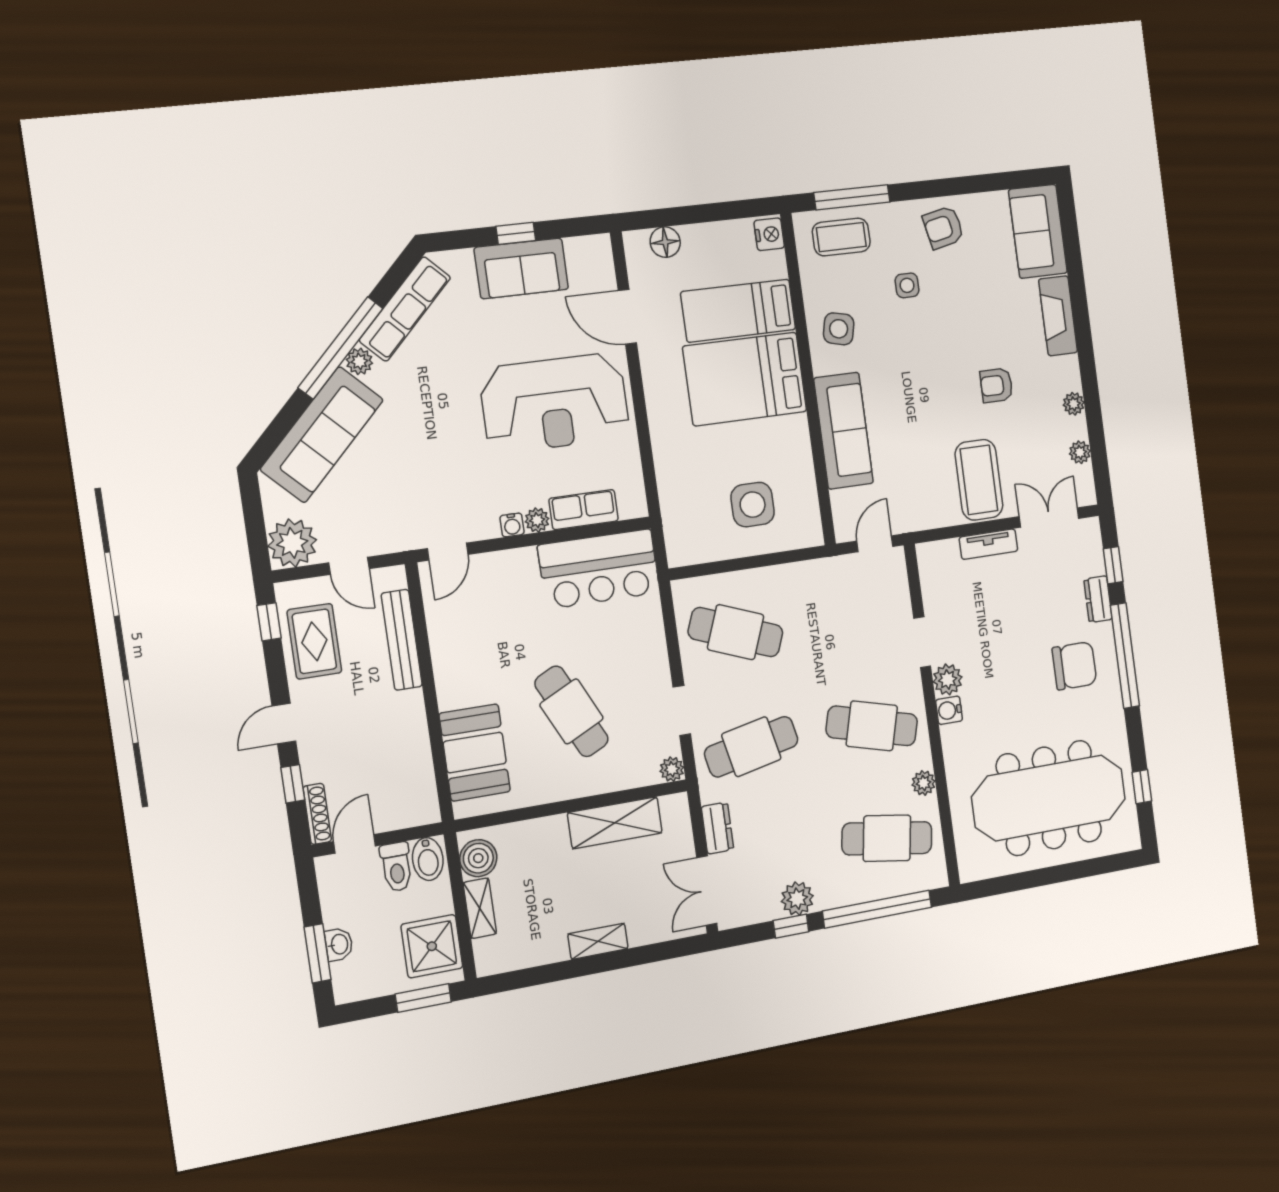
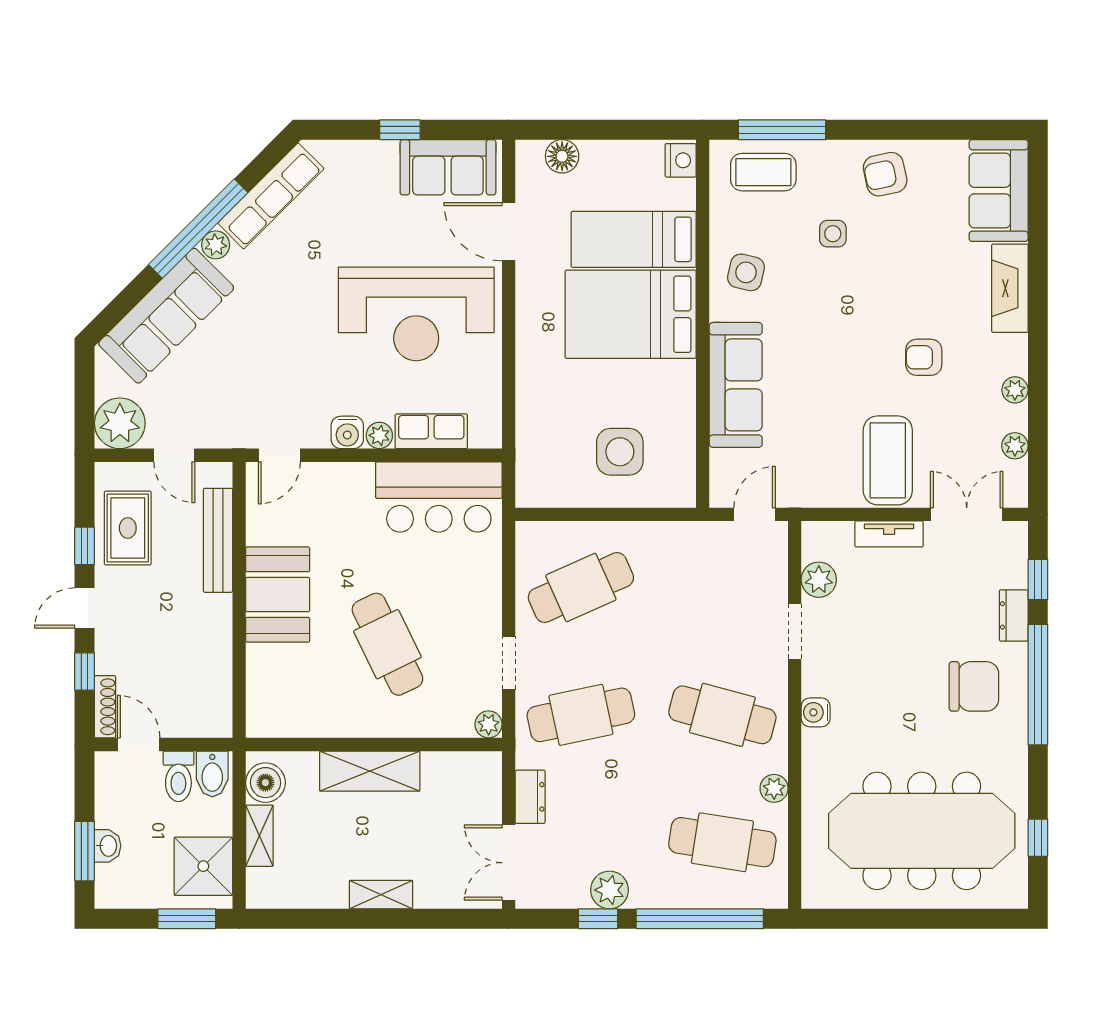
sofa: (521, 268) -> (448, 167), moved
water cooler: (512, 525) -> (347, 432), width x1.38, depth x1.38
window: (269, 622) -> (85, 546), moved
cafe table: (736, 632) -> (581, 588), turned -45
plant: (948, 679) -> (819, 580), moved
booth: (475, 753) -> (278, 595), moved
shelving: (615, 823) -> (370, 771), moved
door: (355, 844) -> (139, 744), hinge flipped

